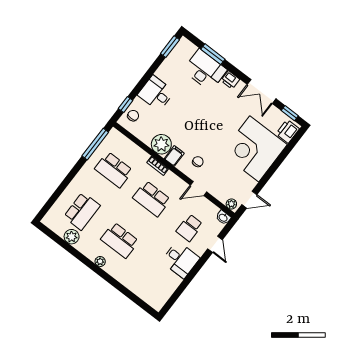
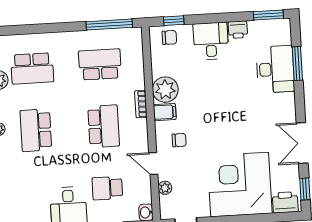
printer: (230, 80) -> (238, 30), moved, turned -90
school desk: (114, 170) -> (100, 64), turned 90
school desk: (152, 199) -> (104, 126), turned 180
plant: (231, 204) -> (165, 188), moved

